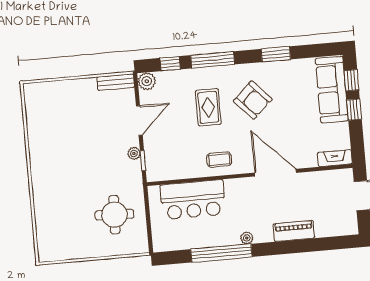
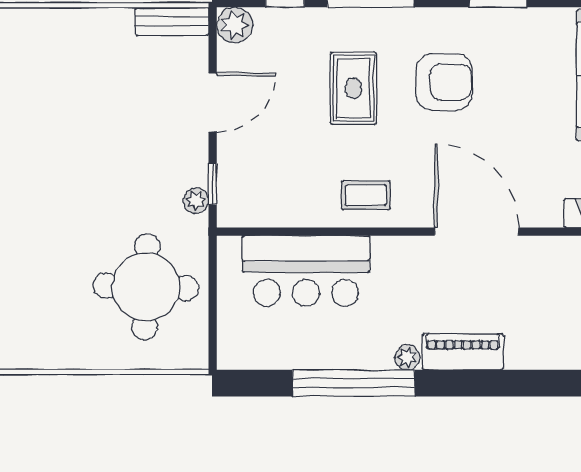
armchair: (253, 100) -> (444, 82), turned -47
plant: (134, 153) -> (196, 201), moved
round table: (114, 215) -> (146, 287), width x1.36, depth x1.36
piano: (294, 231) -> (463, 352), moved

